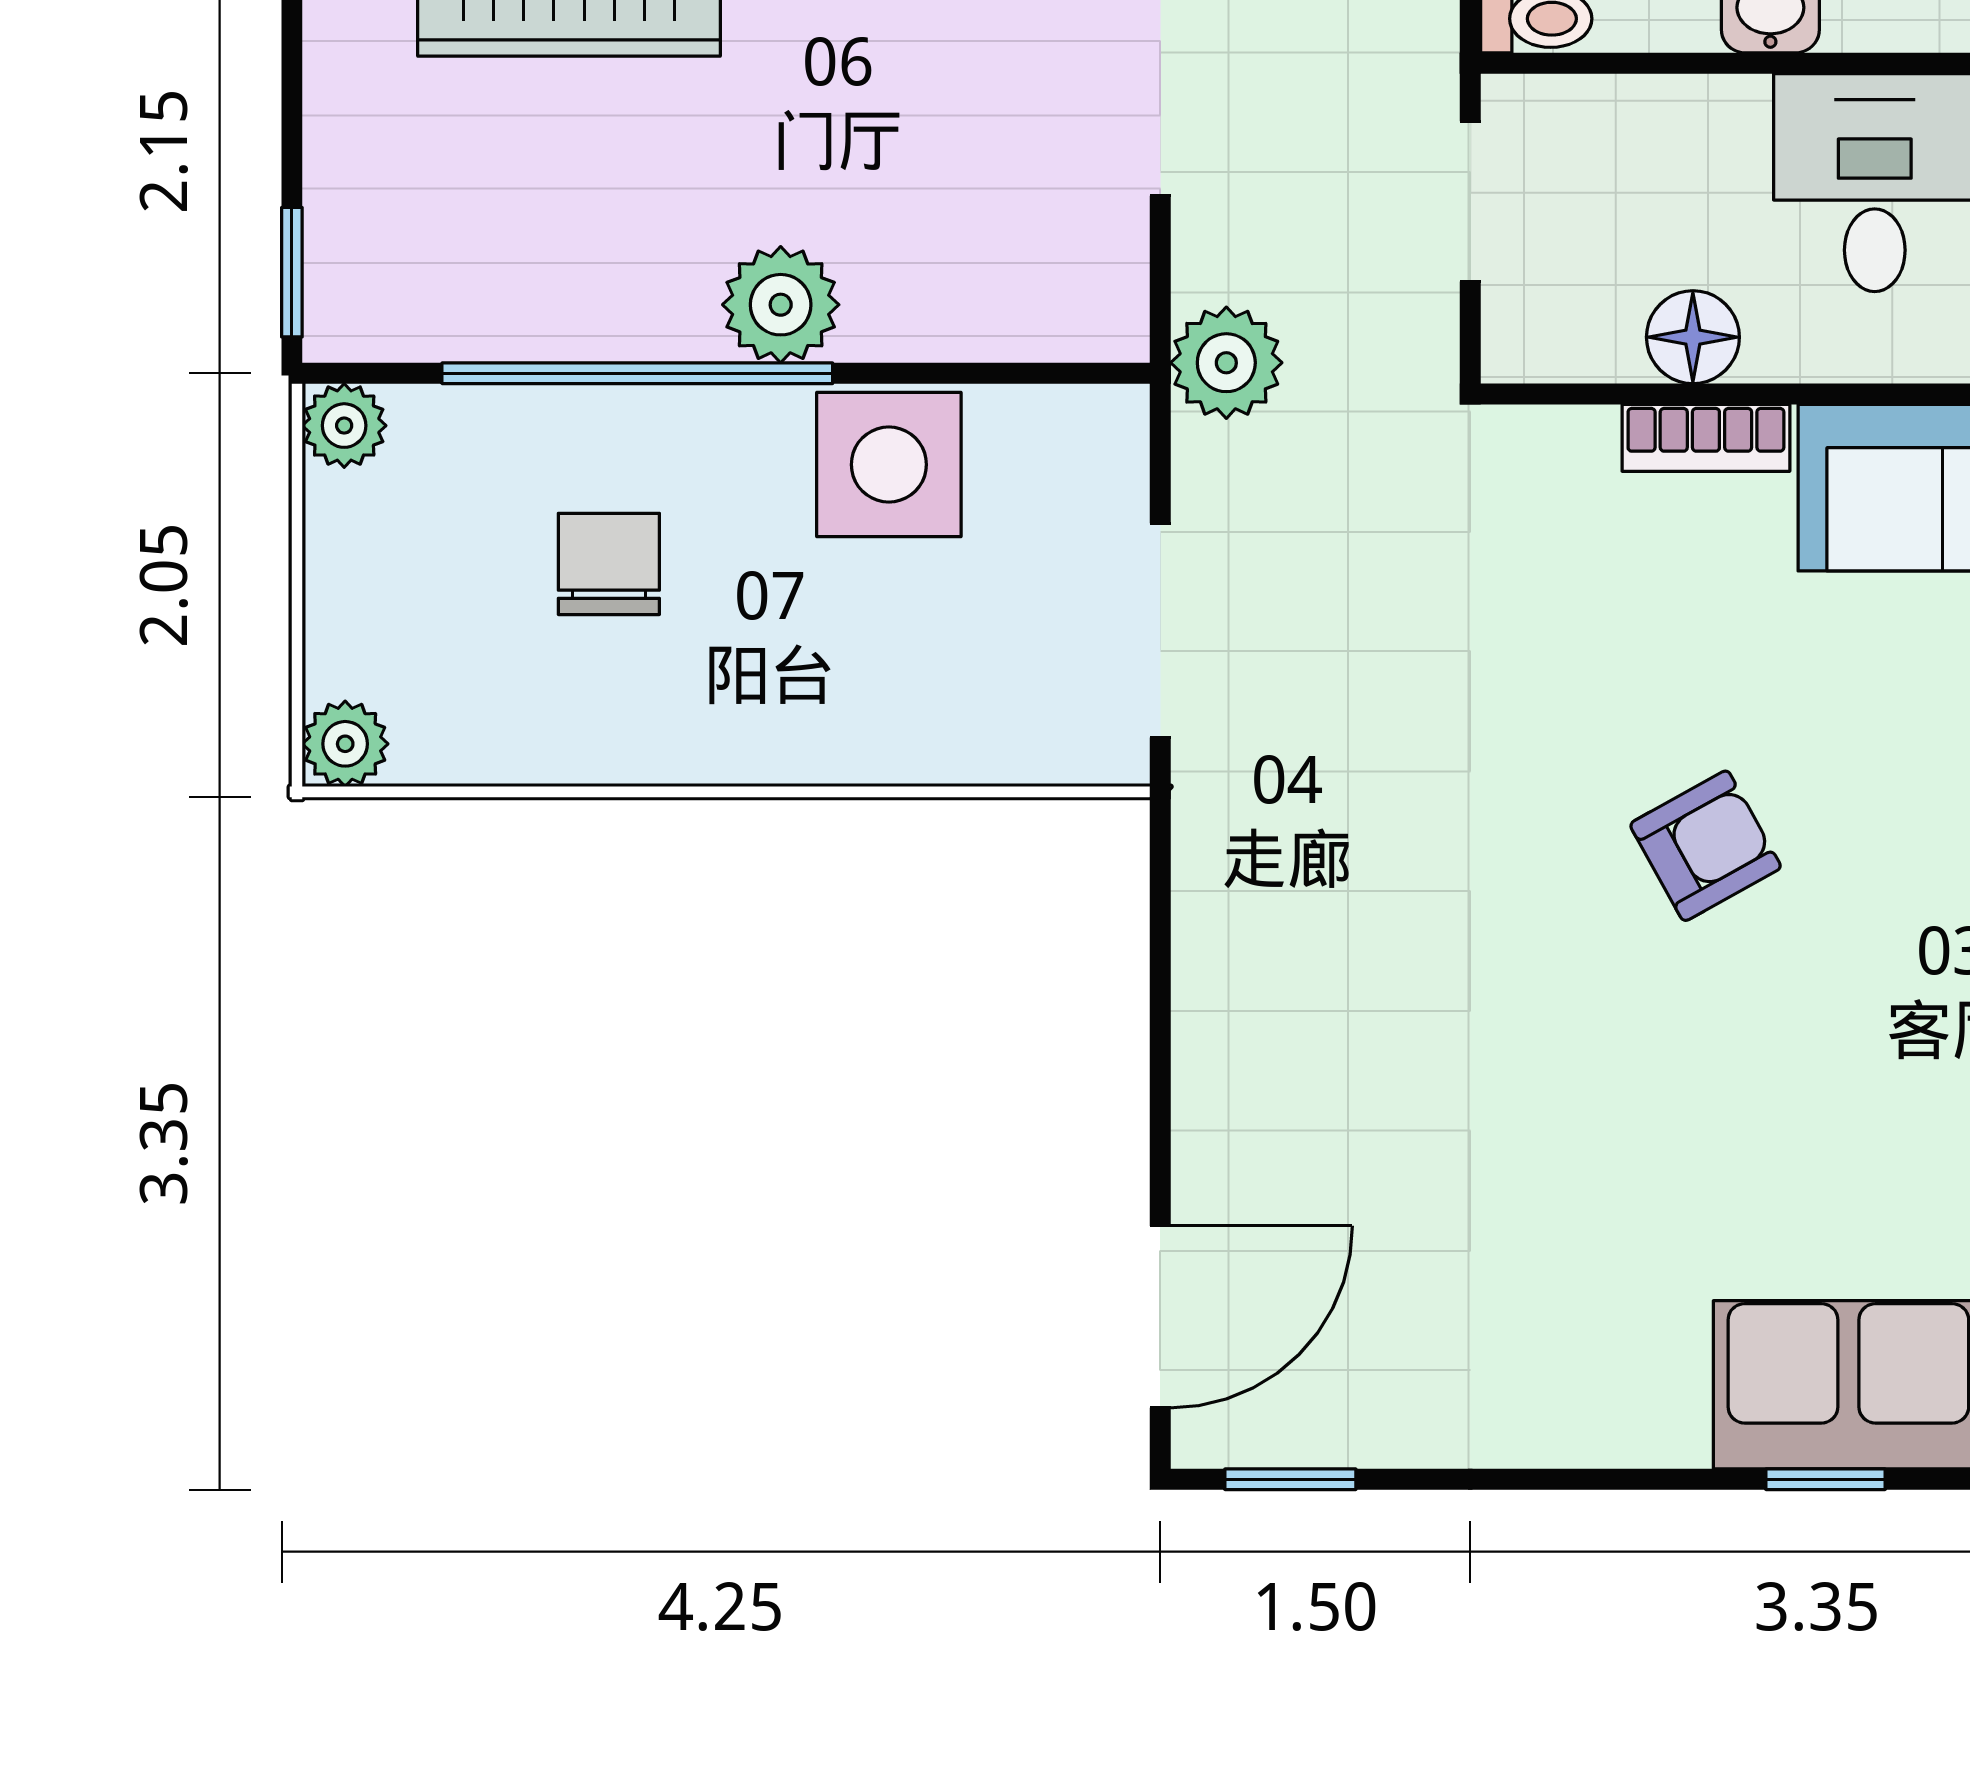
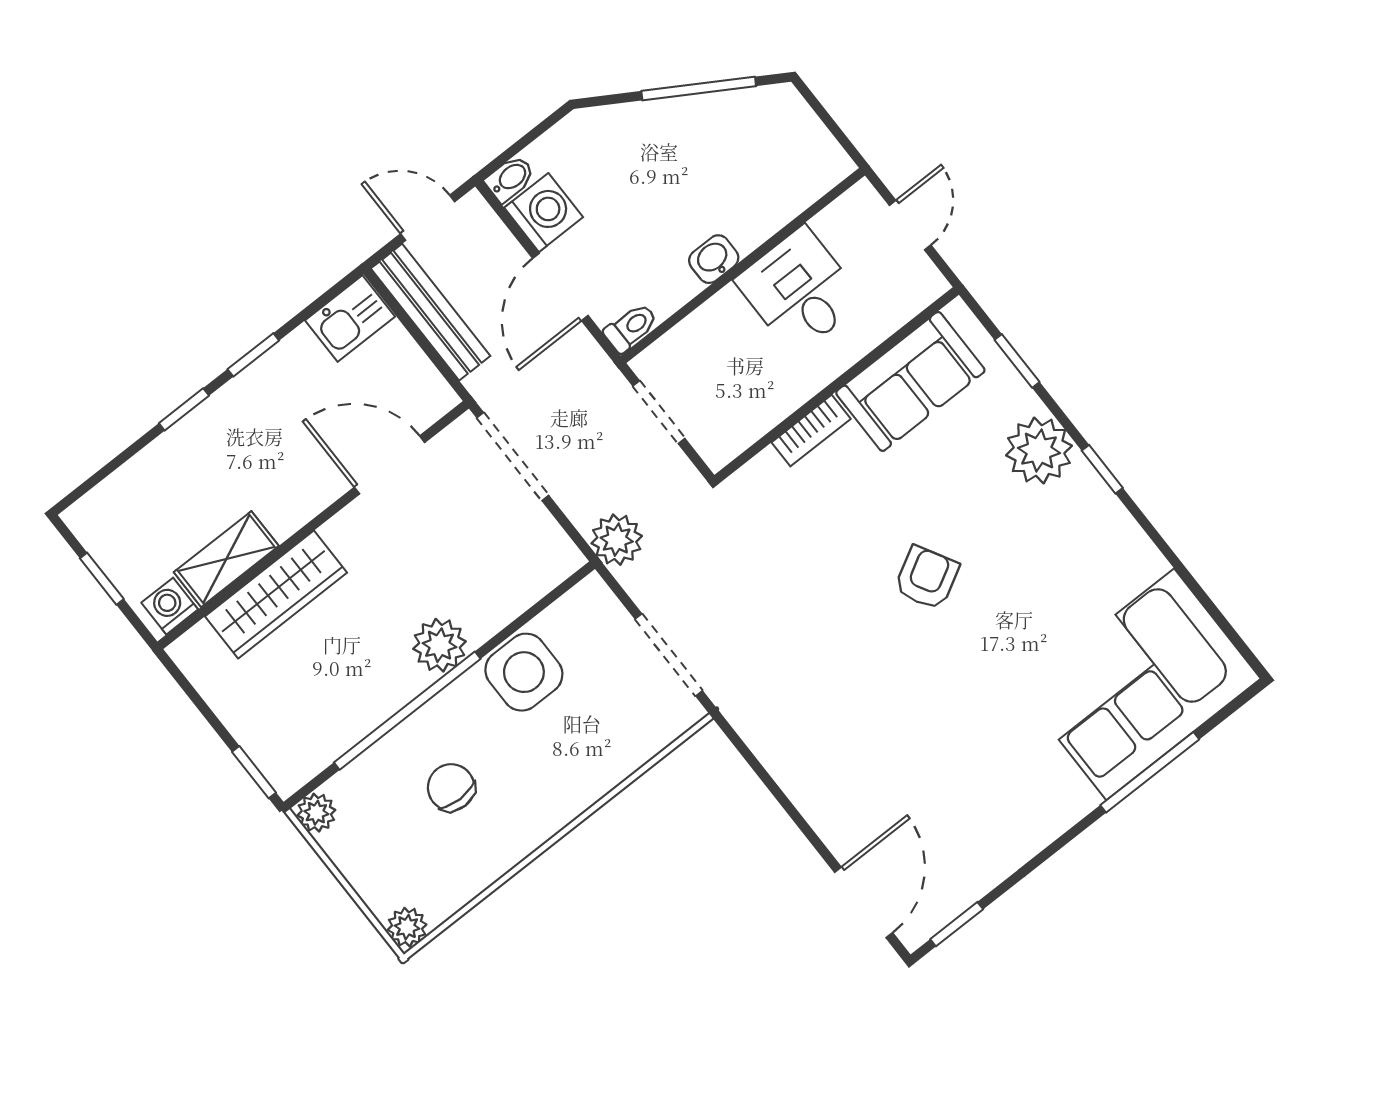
floor lamp: (1693, 337) -> (778, 398), removed
window: (1826, 1479) -> (1150, 772), width x2.17

